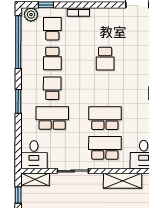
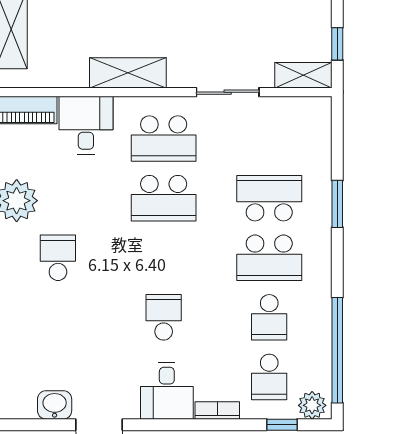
school desk: (52, 59) -> (269, 317), turned 180
school desk: (52, 88) -> (269, 258), width x1.85
window: (18, 101) -> (337, 204), moved
school desk: (52, 118) -> (269, 198), turned 180
desk: (34, 155) -> (167, 391), moved, turned 180

